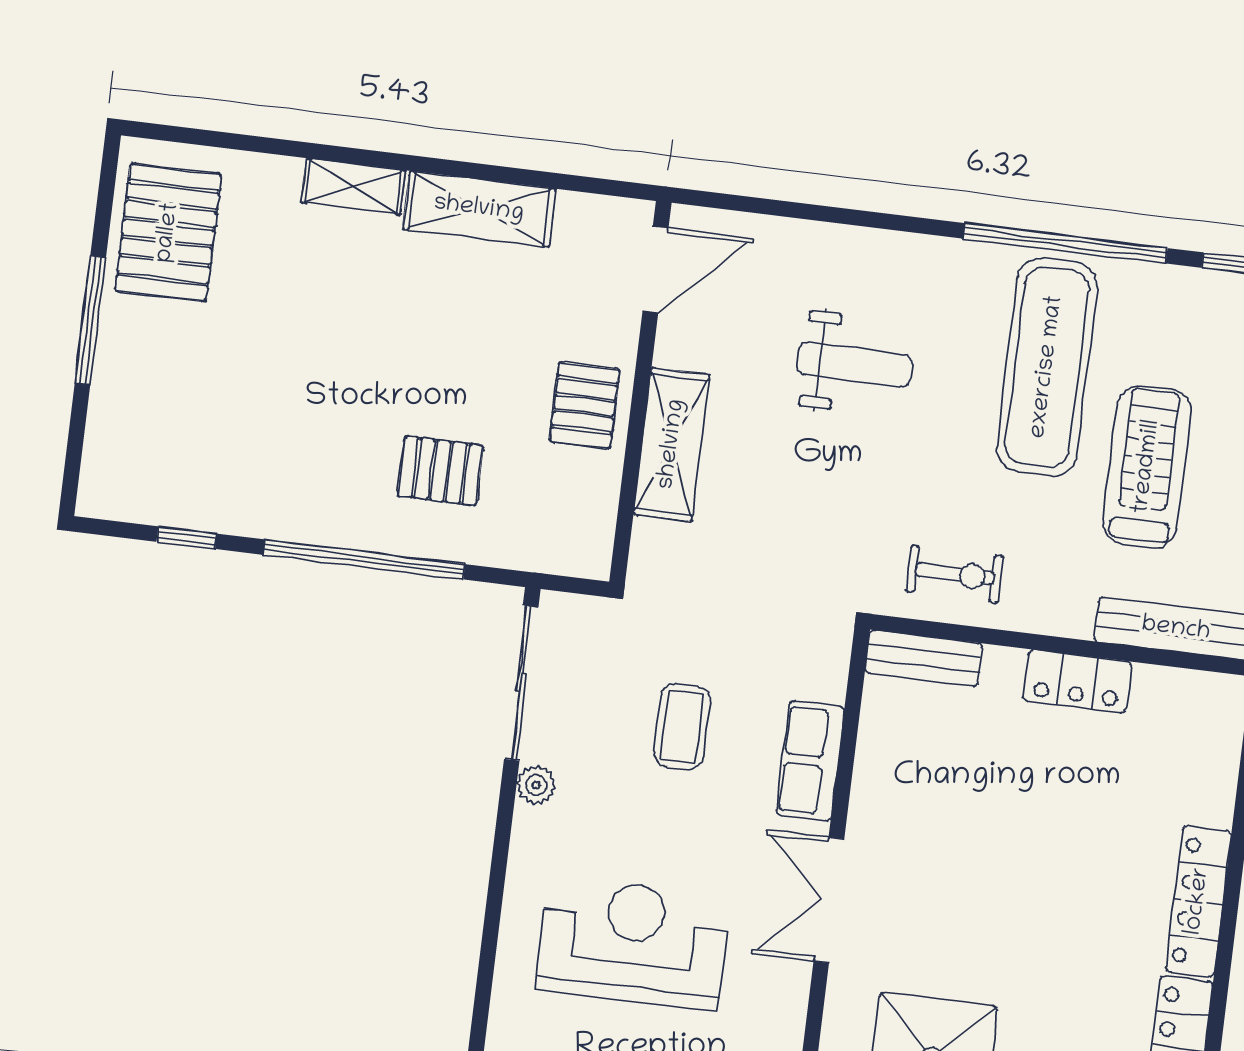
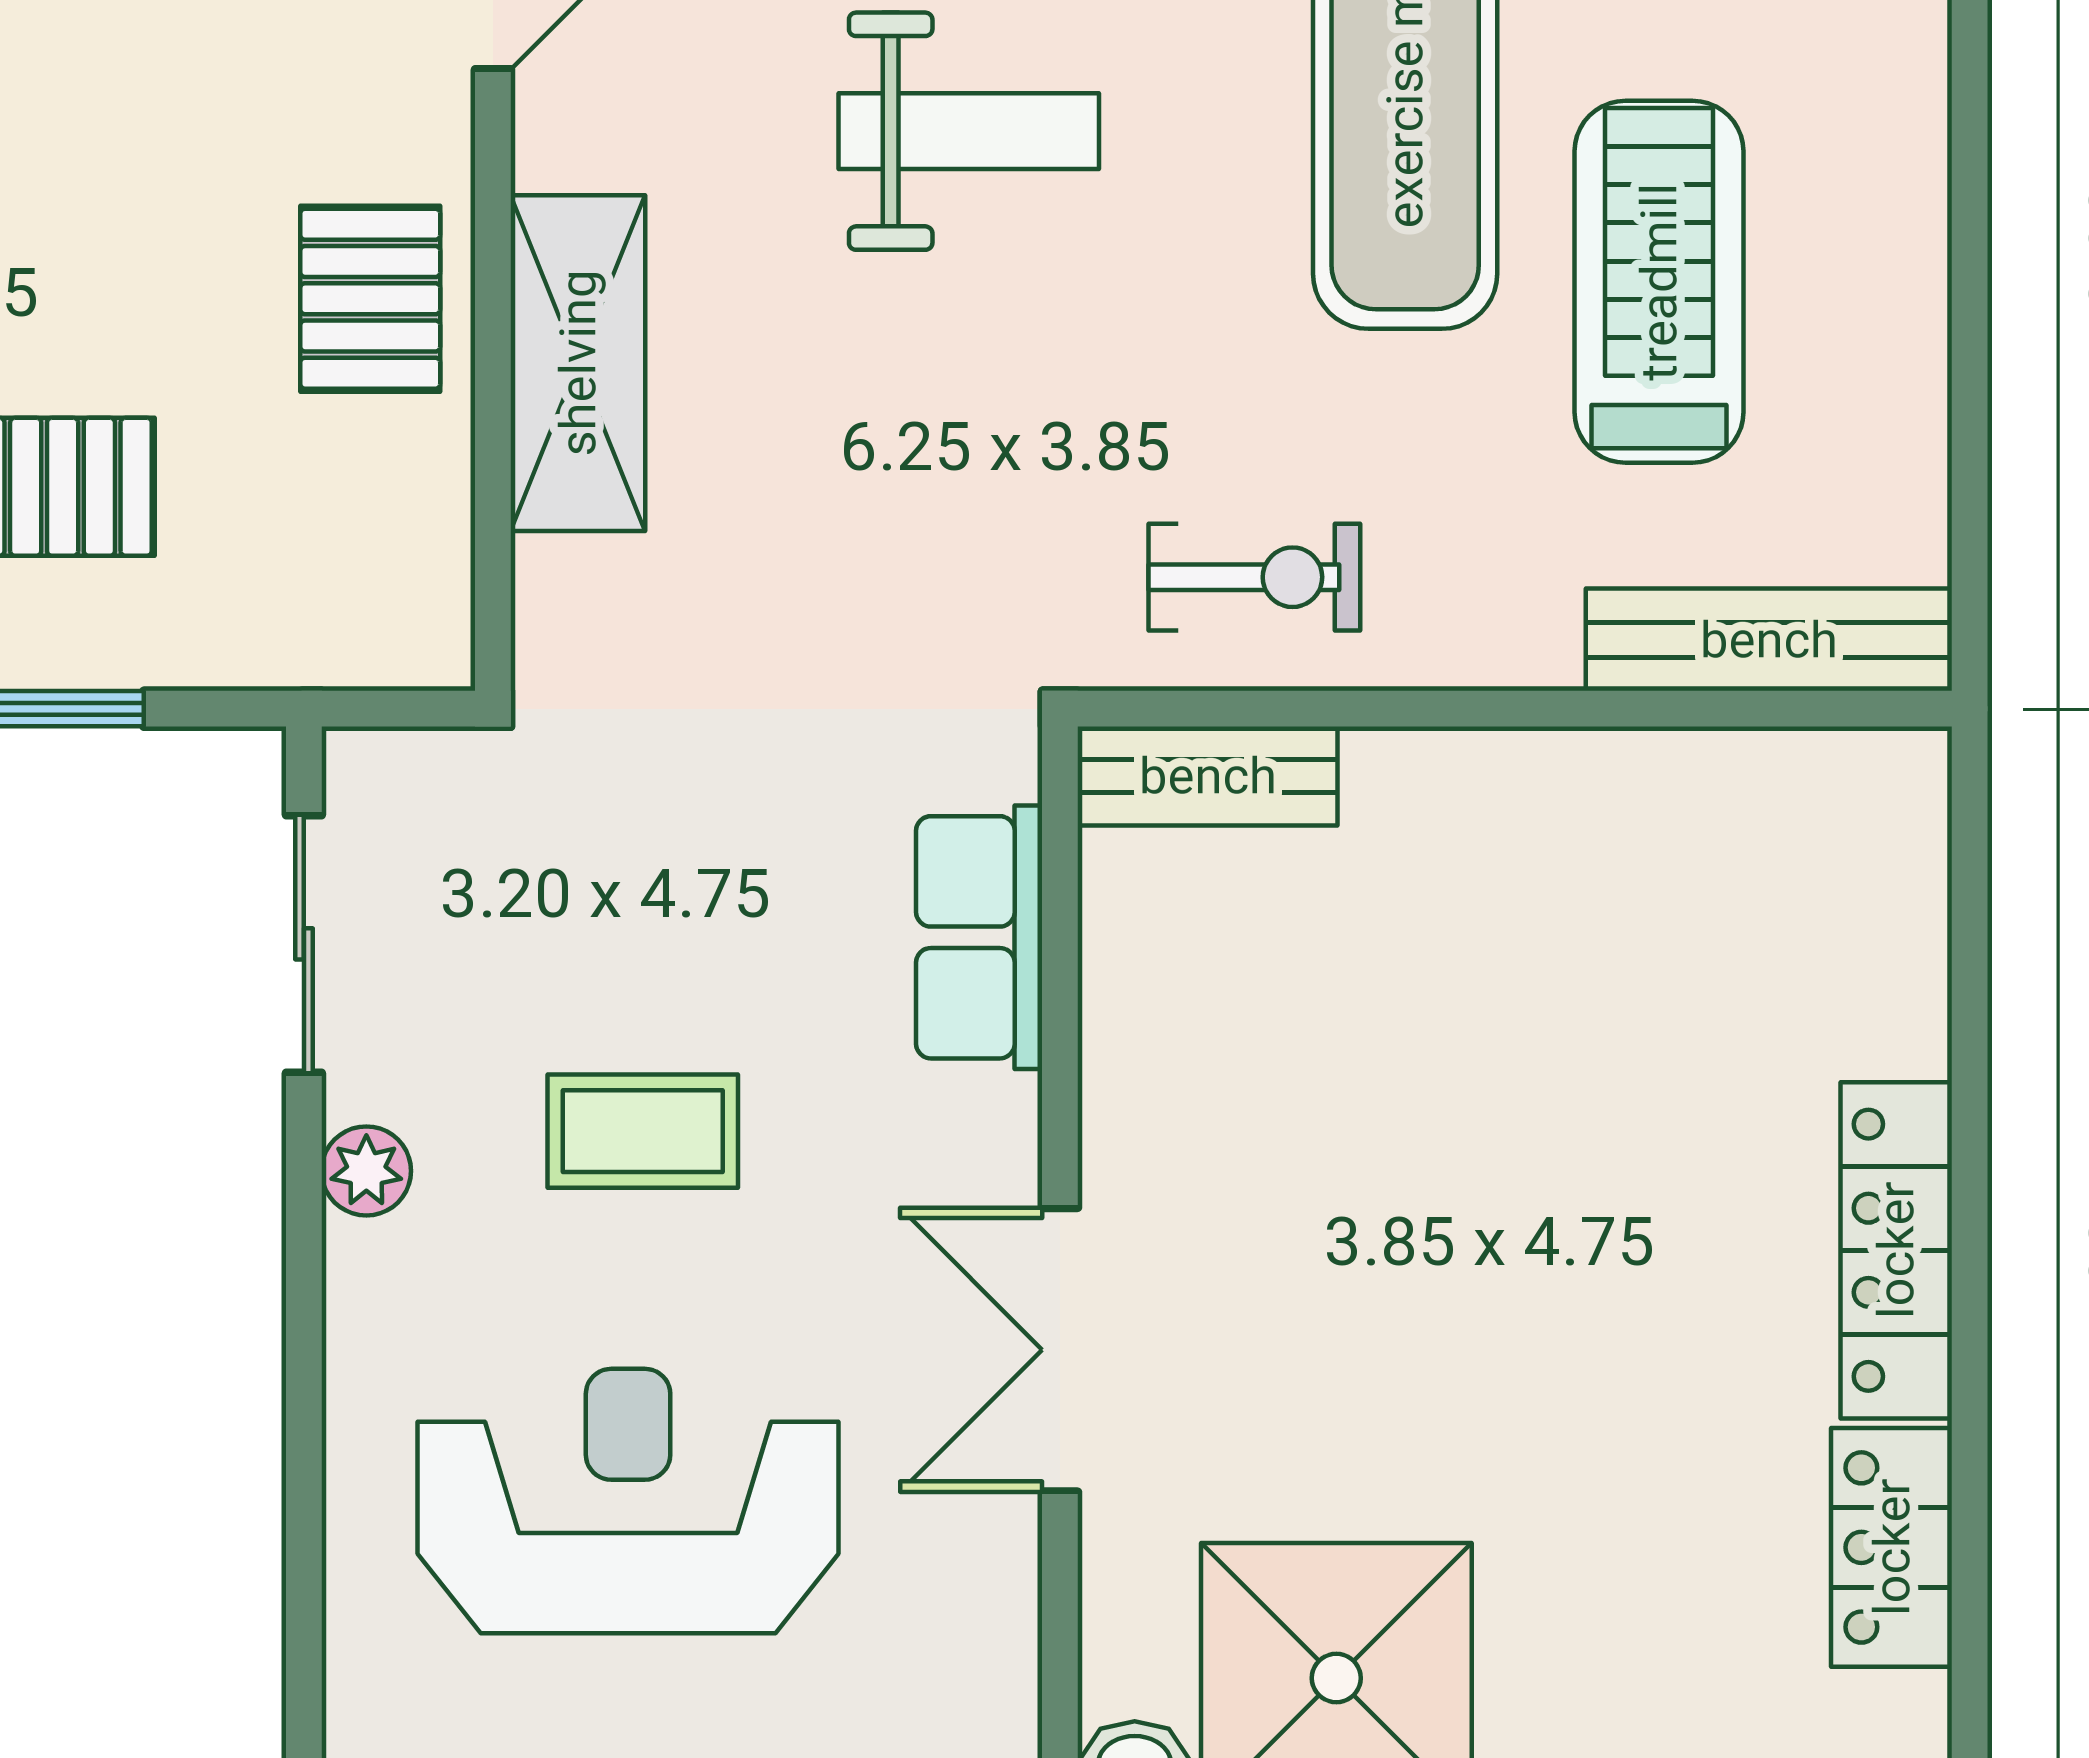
locker: (1077, 681) -> (1561, 786), removed
sliding door: (521, 683) -> (304, 944), width x0.73
coffee table: (682, 726) -> (643, 1131), moved, turned 90
row of seats: (810, 761) -> (979, 937), moved

